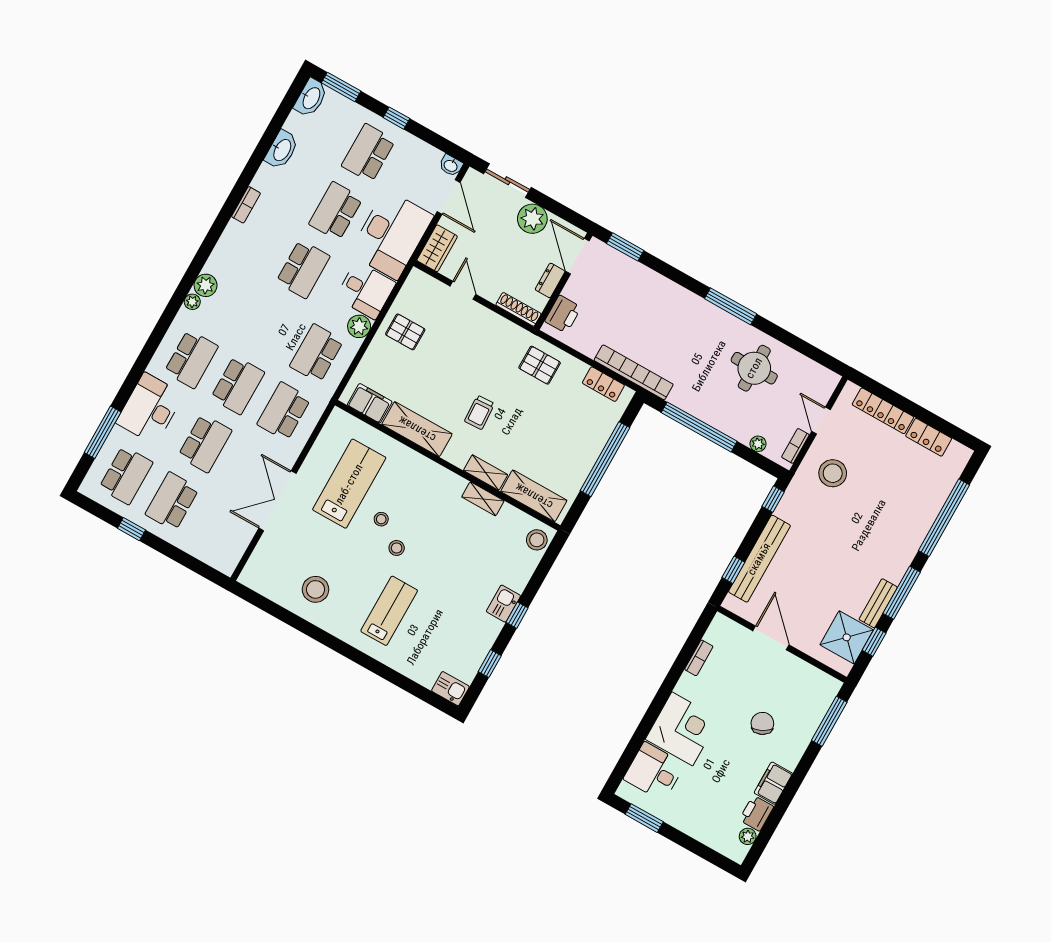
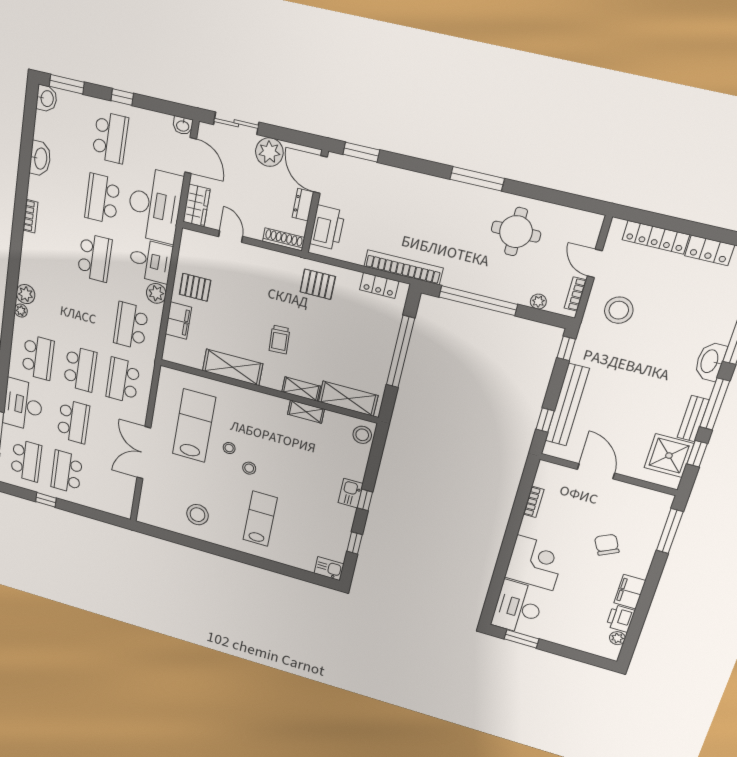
washbasin: (311, 98) -> (47, 99), width x0.72
school desk: (368, 153) -> (110, 138), turned 180
printer: (563, 314) -> (327, 228), width x1.37, depth x1.19
filing cabinet: (370, 403) -> (178, 321), moved, turned 90
washbasin: (906, 548) -> (710, 361), added
desk: (654, 772) -> (518, 608), width x1.37

